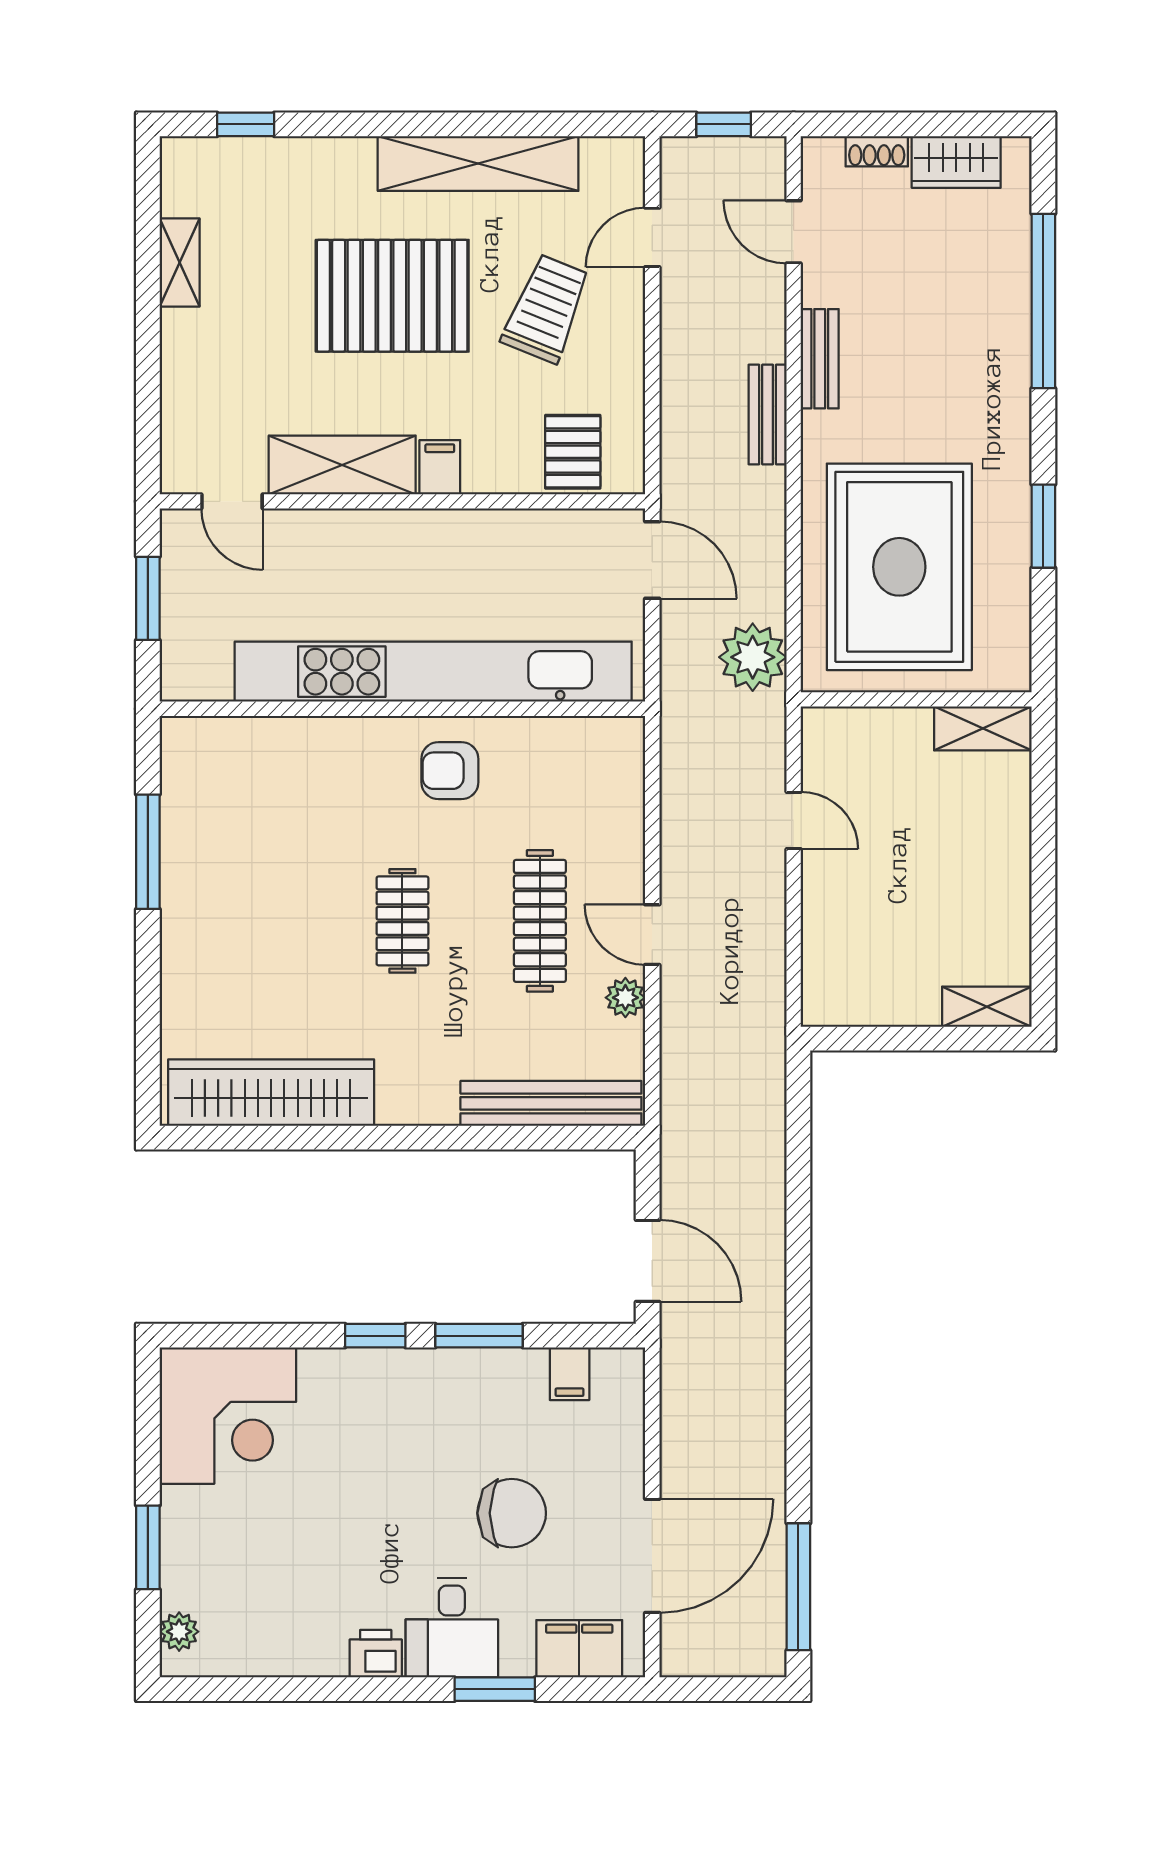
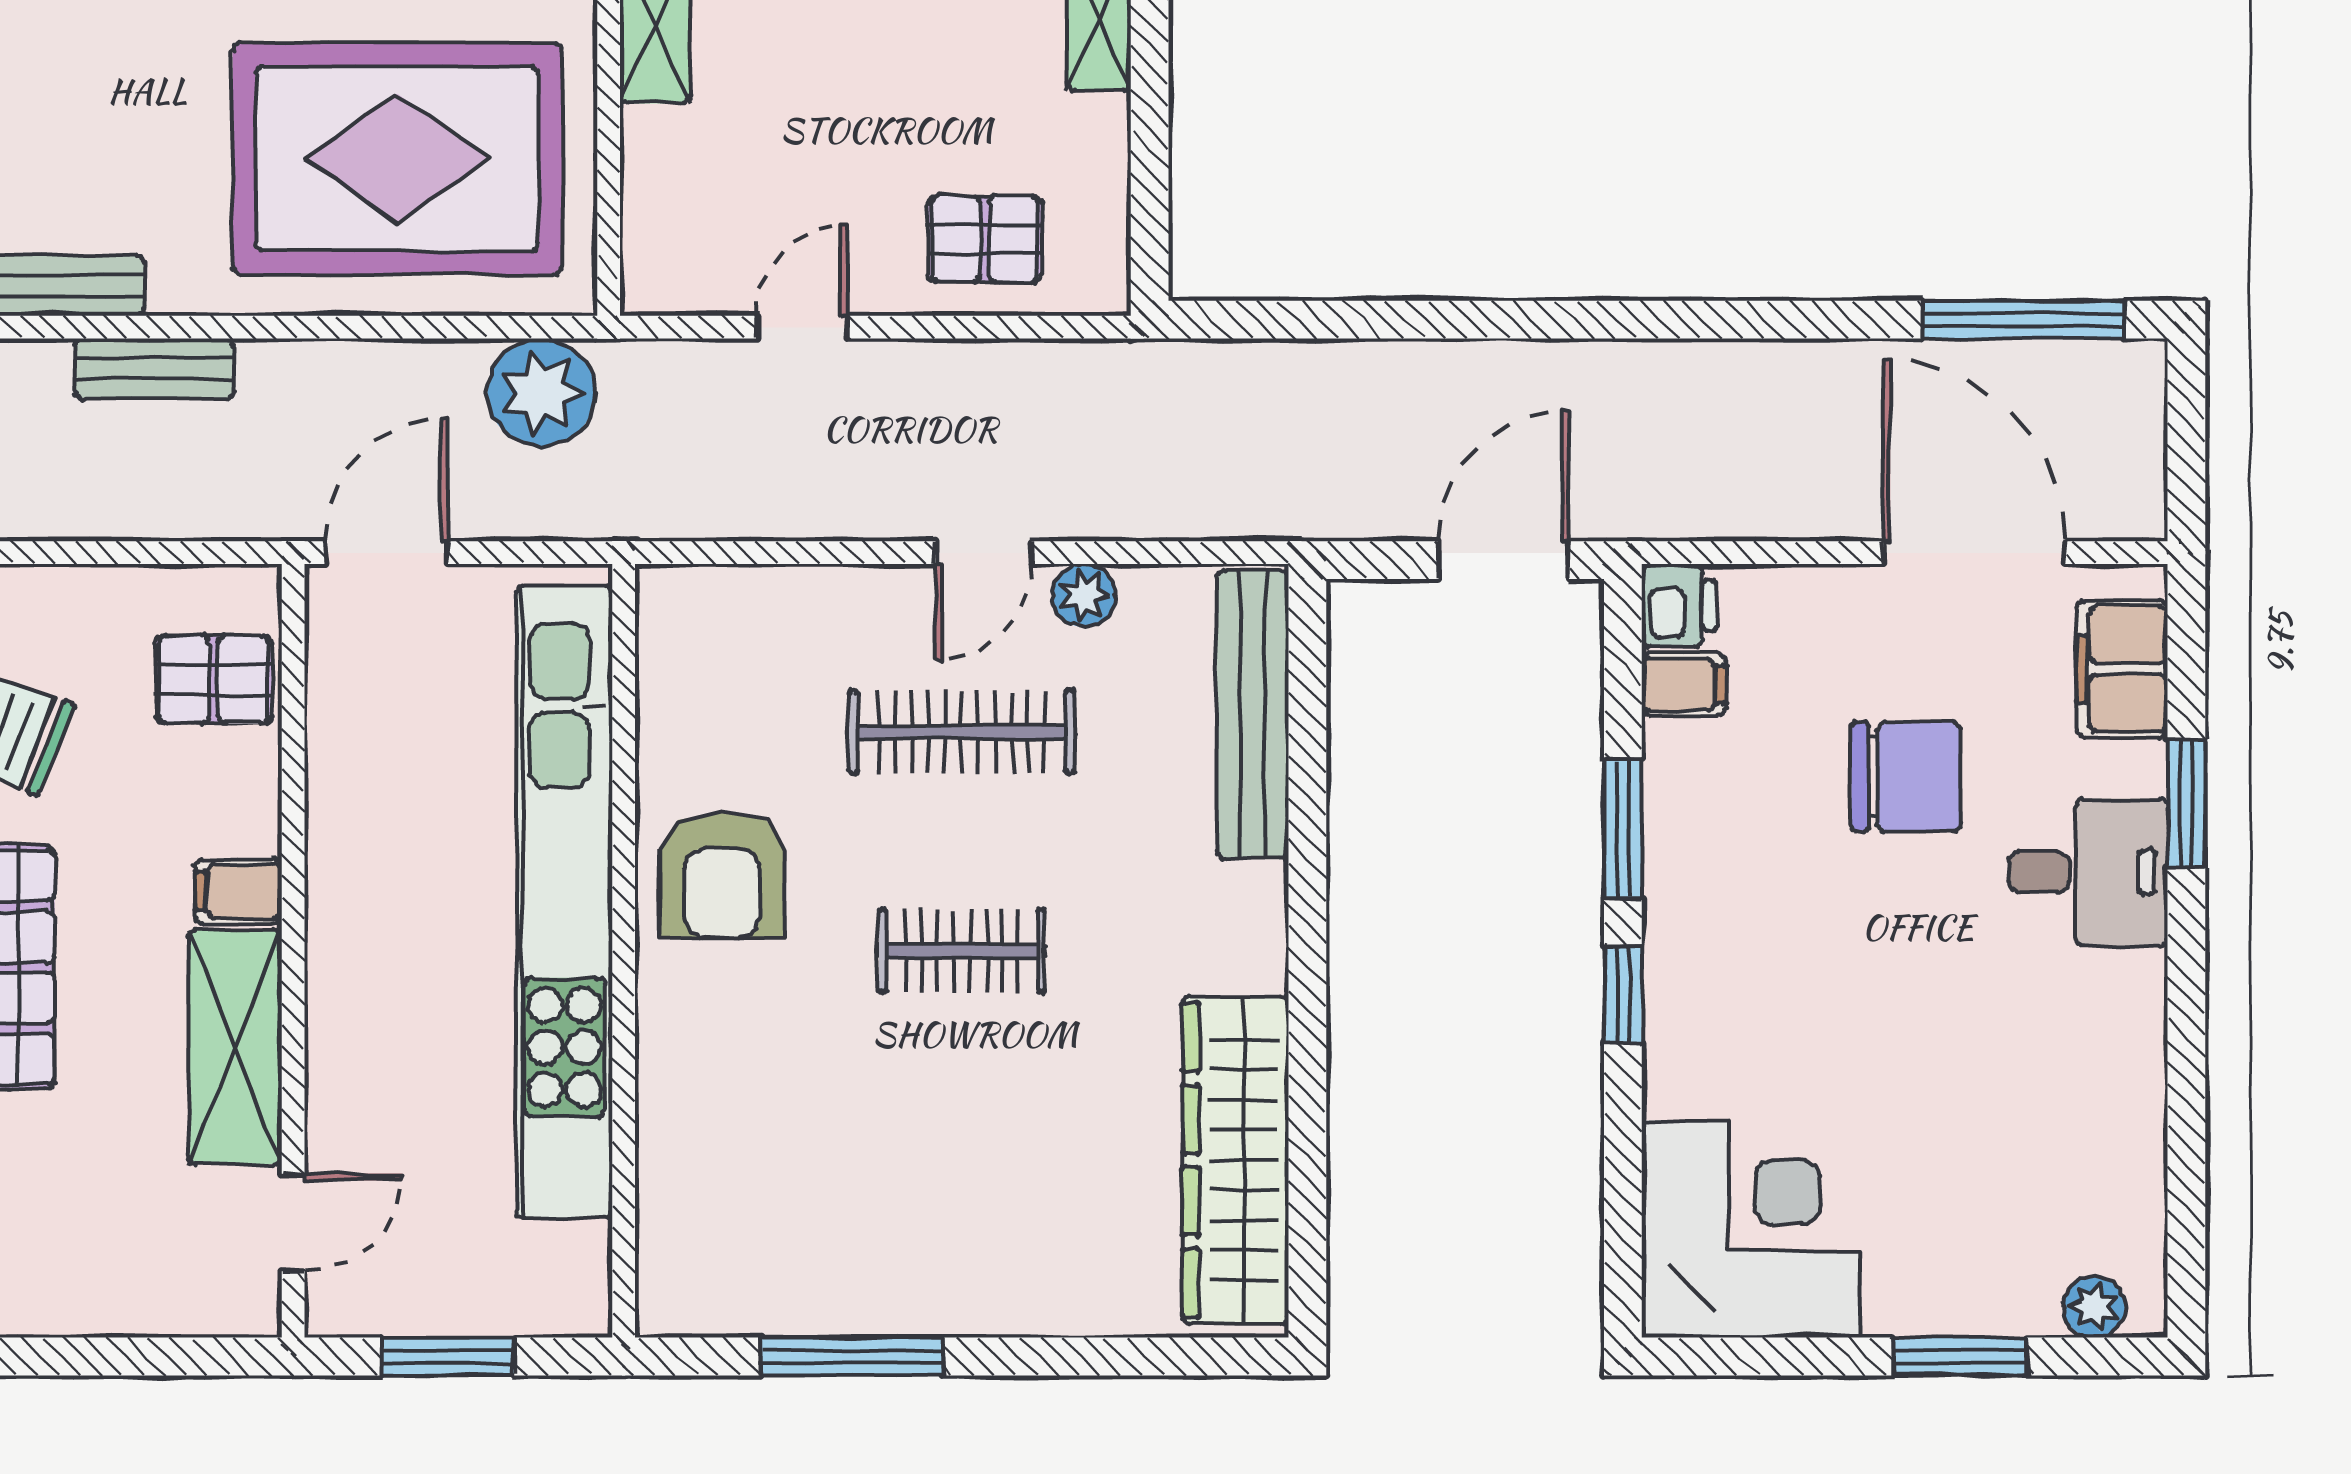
armchair: (450, 771) -> (722, 875), width x1.38, depth x1.38
pallet: (849, 935) -> (985, 239), added
chair: (512, 1513) -> (1906, 777), turned 90
printer: (376, 1654) -> (1679, 605), moved, turned 180

